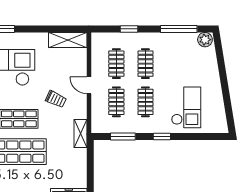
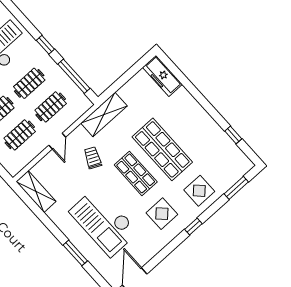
shelving: (81, 133) -> (104, 114), width x1.50, depth x1.33
window: (123, 137) -> (74, 76), width x1.44

